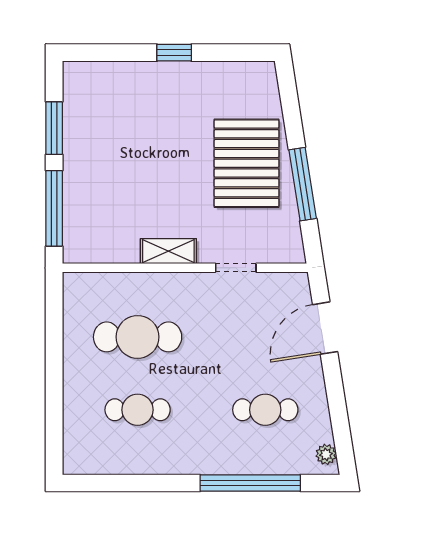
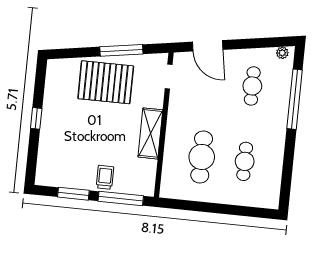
trolley: (87, 178) -> (105, 177), added
shelving: (168, 251) -> (150, 133), width x1.50, depth x1.33
doorway: (236, 268) -> (169, 77), moved

